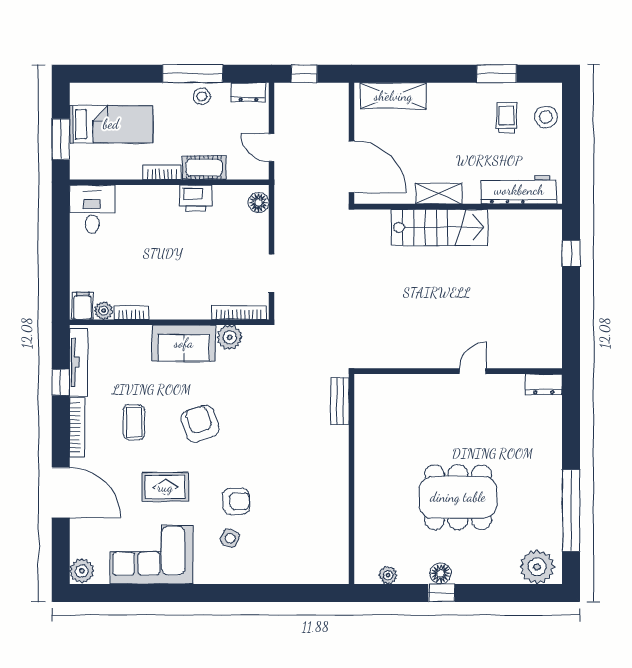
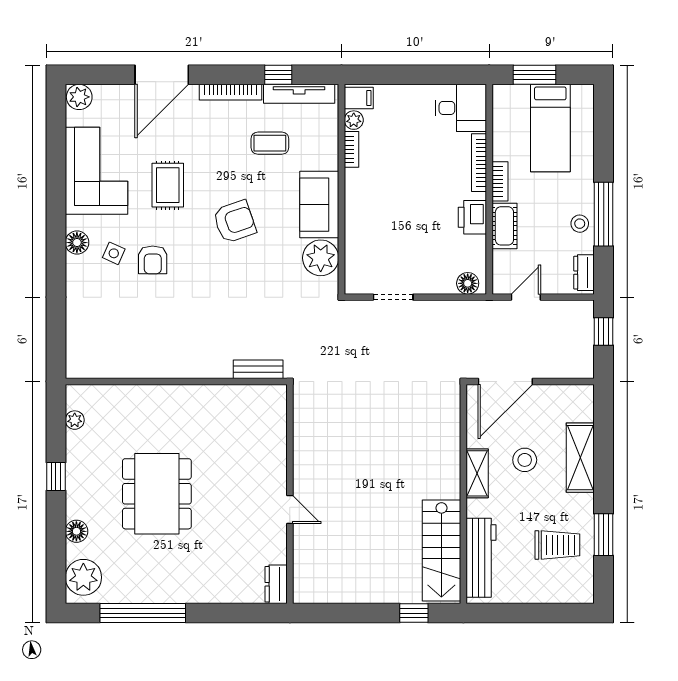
shelving: (393, 96) -> (580, 458), moved
stool: (546, 117) -> (525, 460), moved
trolley: (506, 118) -> (557, 545), width x1.36, depth x1.39
stairs: (439, 227) -> (441, 550), moved
bookcase: (239, 312) -> (479, 163), moved, turned 180
plant: (230, 337) -> (321, 258), width x1.36, depth x1.36
coffee table: (134, 422) -> (270, 143), moved
floor lamp: (220, 573) -> (77, 243), added
floor lamp: (441, 573) -> (76, 531), moved

